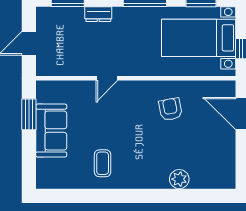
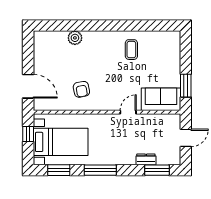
dresser: (98, 14) -> (146, 159), moved
sofa: (51, 131) -> (161, 99), moved, turned 90

